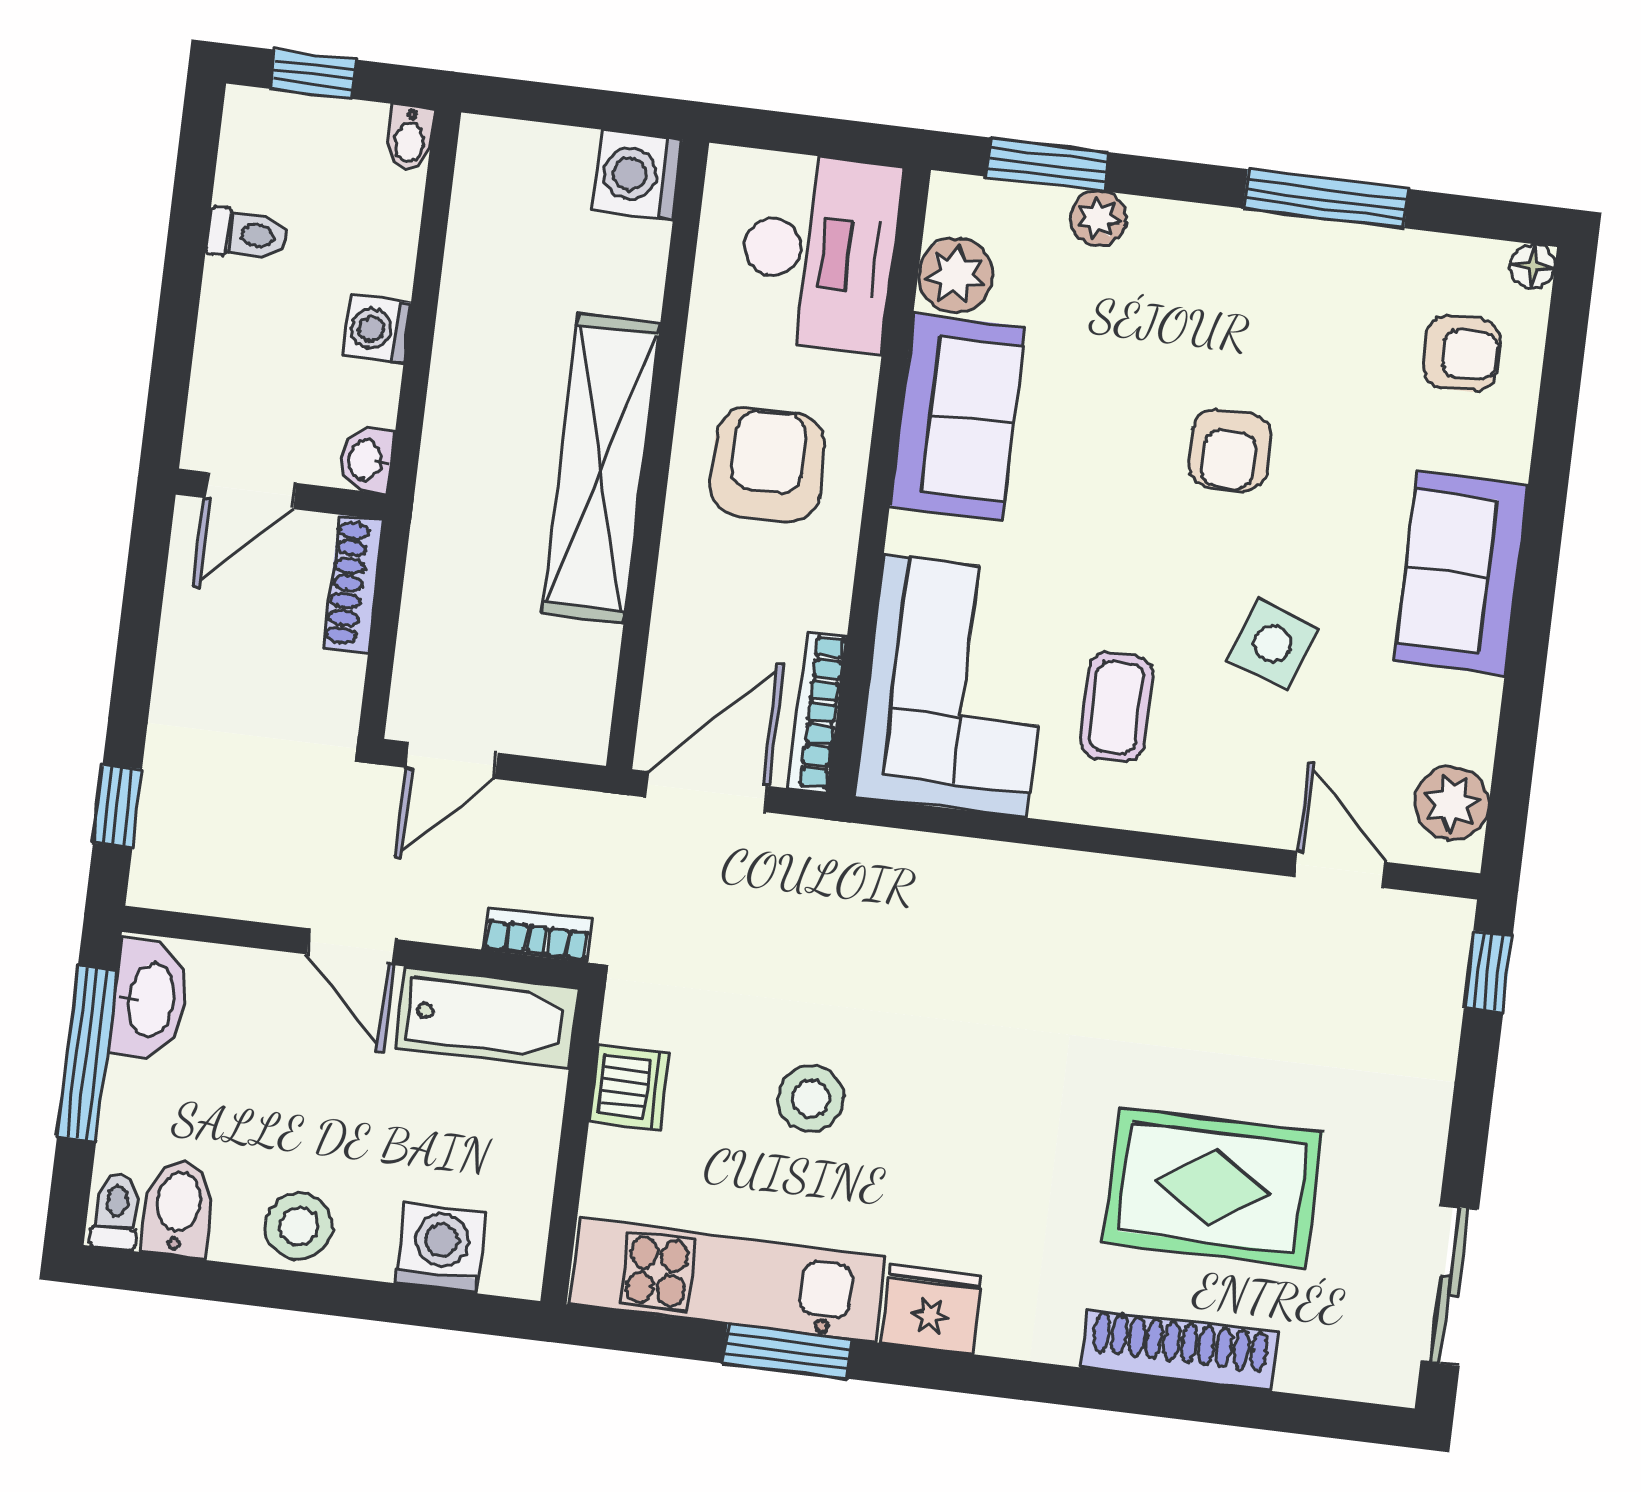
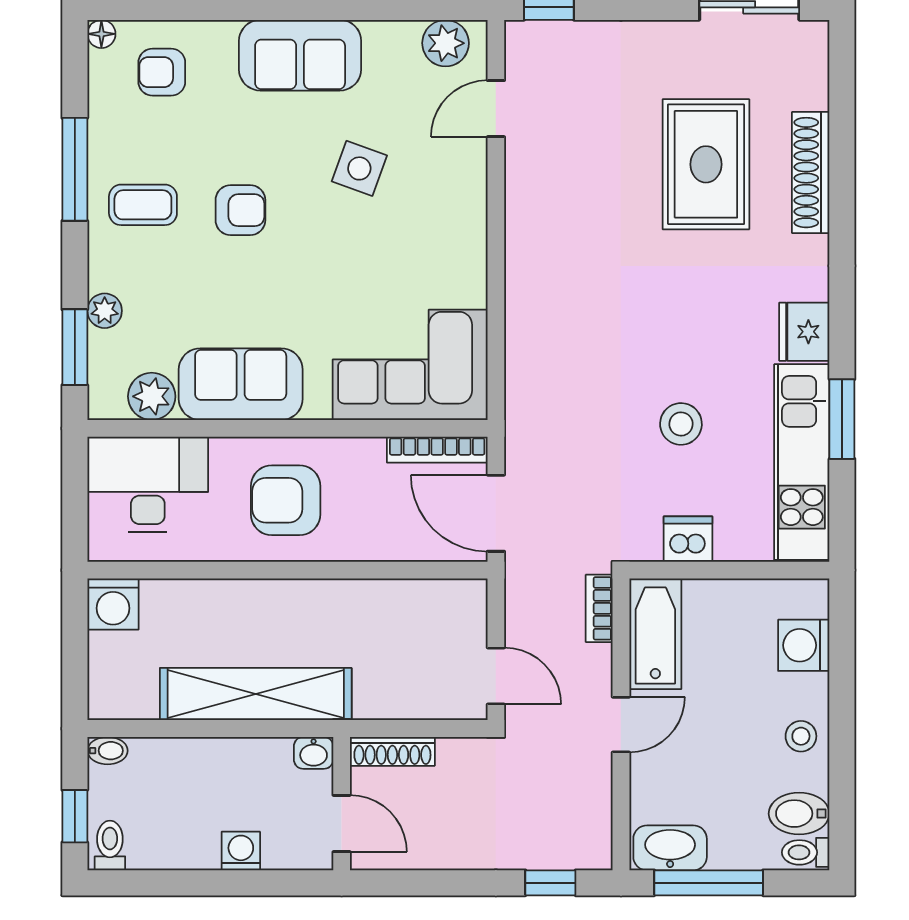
toilet: (247, 234) -> (110, 845), moved
washing machine: (377, 329) -> (241, 851), moved, turned 180
armchair: (1461, 353) -> (162, 72), turned -90
shelving: (601, 469) -> (256, 694), moved
coffee table: (1116, 707) -> (143, 205), moved
stool: (299, 1226) -> (801, 736), width x0.73, depth x0.73

